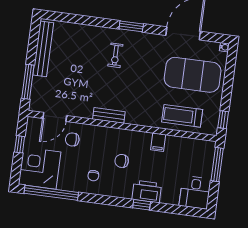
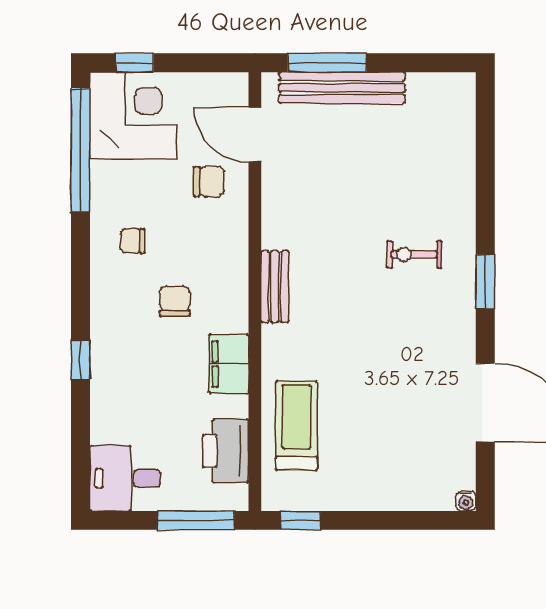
bench: (43, 49) -> (342, 88), moved
exercise mat: (193, 75) -> (393, 437), removed
bench: (109, 115) -> (275, 286), moved
chair: (72, 139) -> (209, 182), turned 90
filing cabinet: (158, 142) -> (229, 364), width x2.00
window: (20, 144) -> (135, 63), moved
printer: (147, 191) -> (226, 451), moved, turned 180

